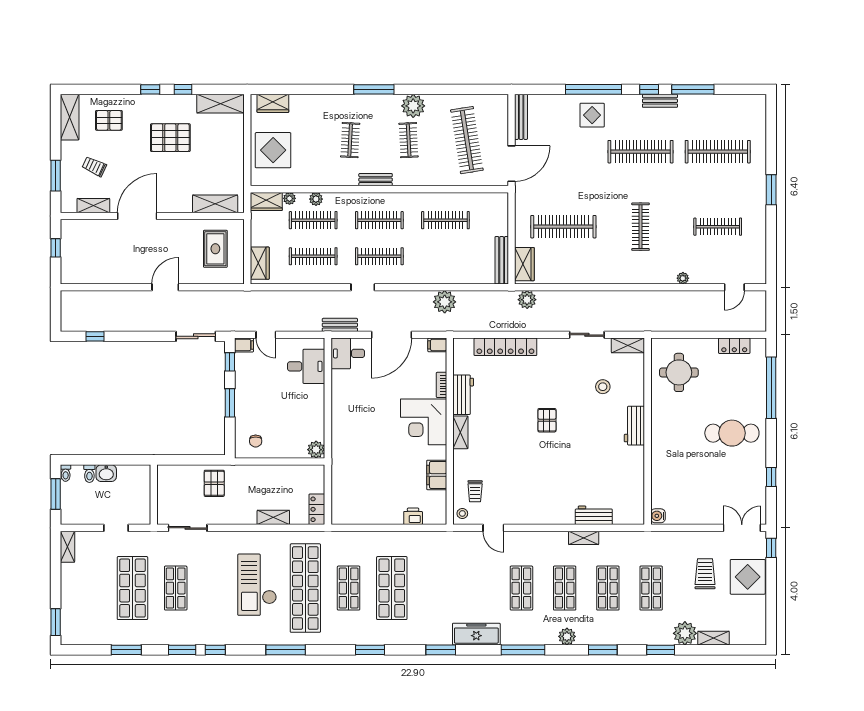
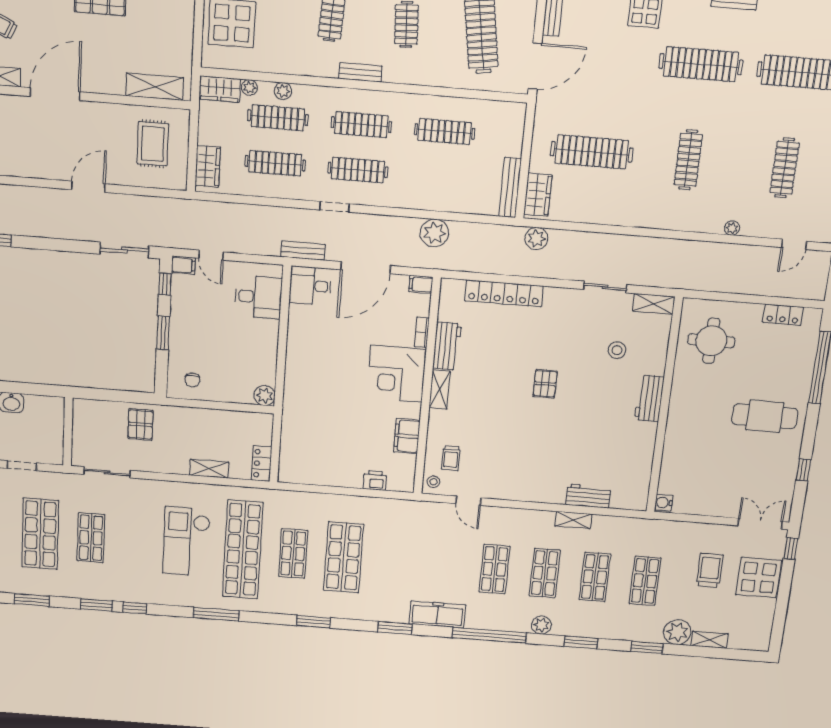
clothes rail: (718, 227) -> (785, 168), turned 90
window: (523, 650) -> (489, 635), width x1.46

